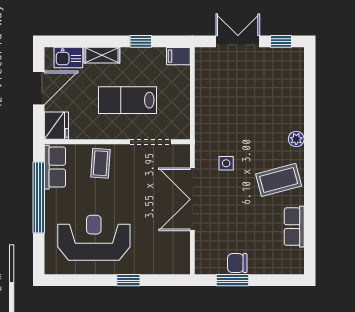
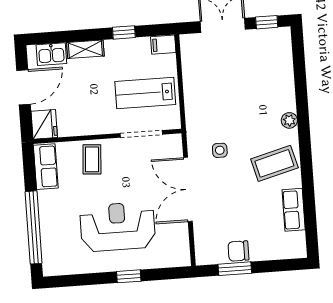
lab bench: (127, 100) -> (145, 93), moved
window: (39, 198) -> (34, 227), moved
reception desk: (94, 238) -> (118, 227), moved

